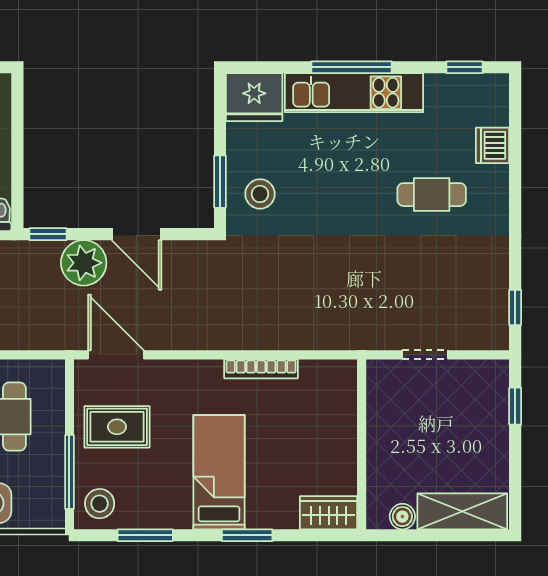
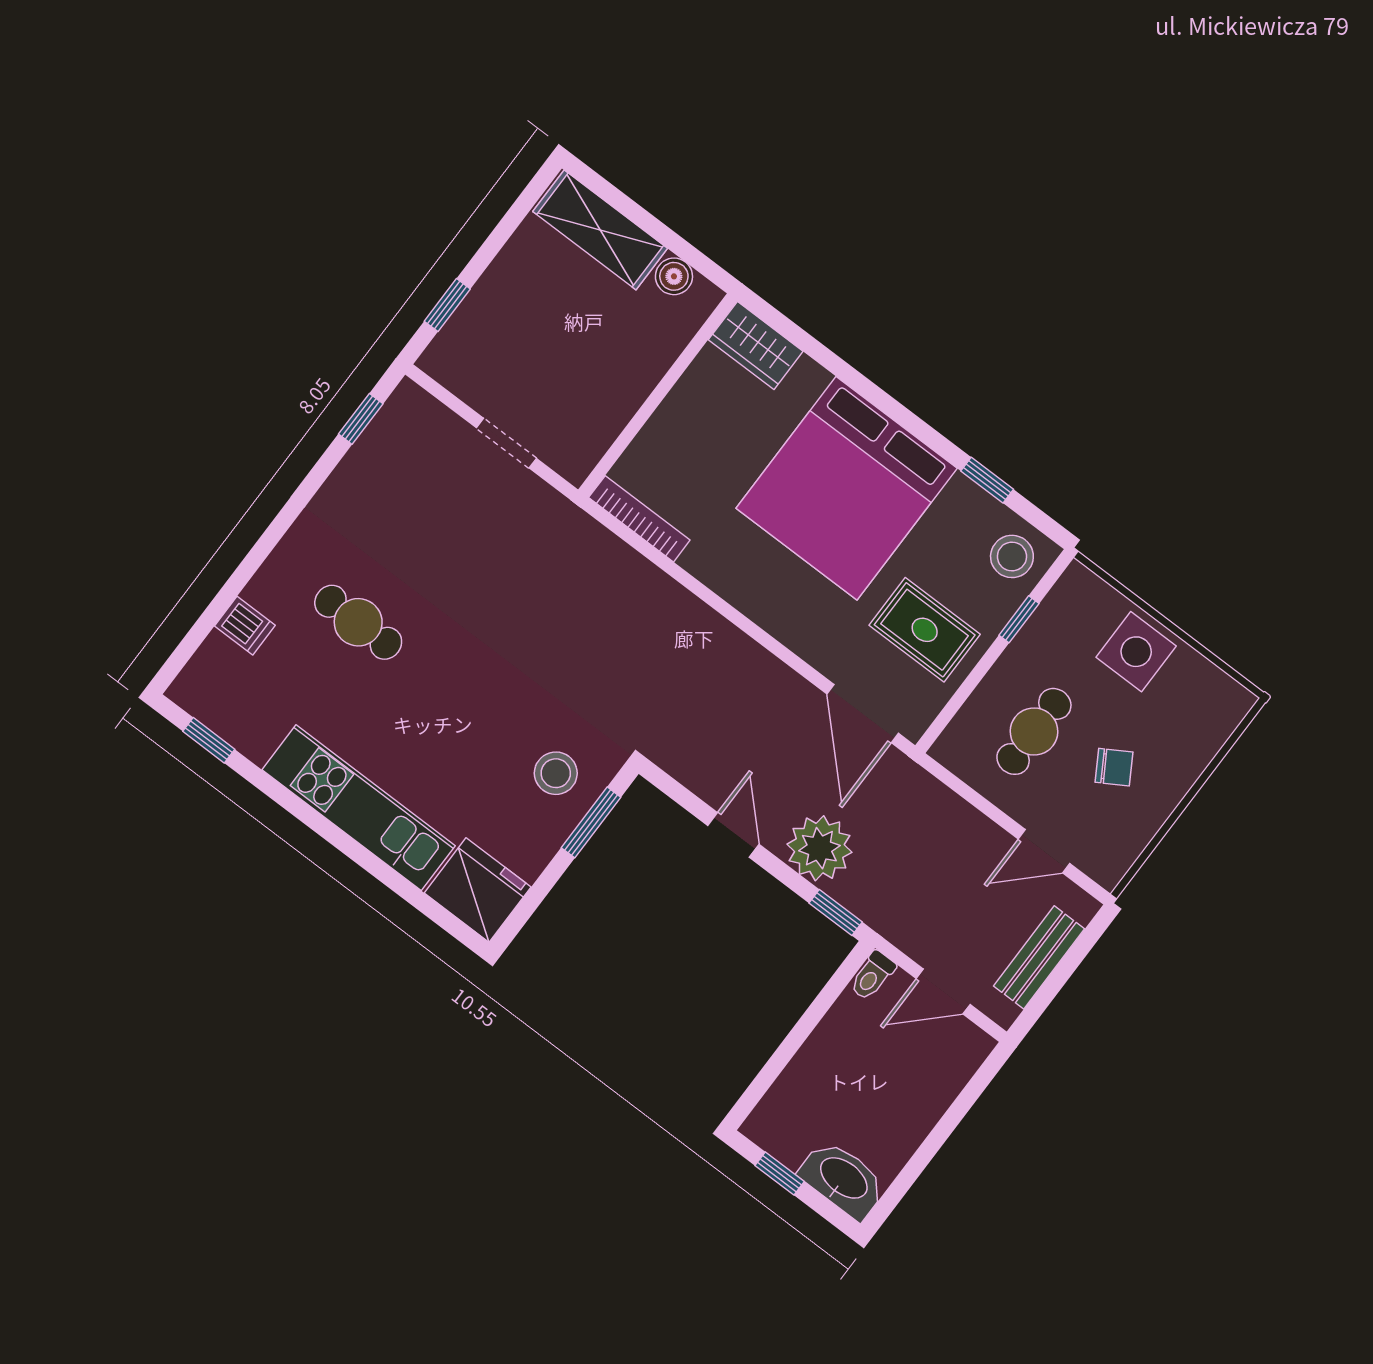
window: (351, 67) -> (339, 839), removed
dishwasher: (493, 145) -> (245, 626), width x0.73
door: (137, 234) -> (733, 835), width x0.73
bookcase: (261, 369) -> (639, 519), moved
window: (69, 472) -> (1019, 619), width x0.46
bed: (219, 472) -> (847, 488), width x2.04
window: (145, 535) -> (987, 480), width x0.67
window: (247, 535) -> (869, 391), removed

